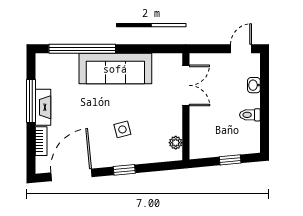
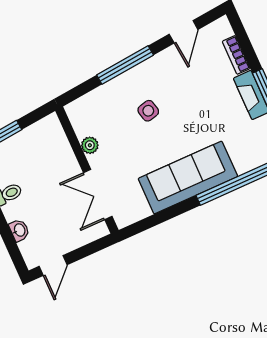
plant: (176, 143) -> (90, 145), moved
window: (124, 170) -> (125, 65), width x2.17
door: (71, 175) -> (184, 32), width x0.53

